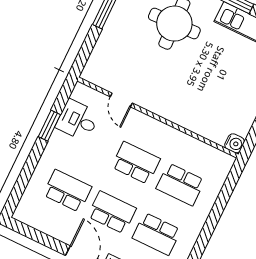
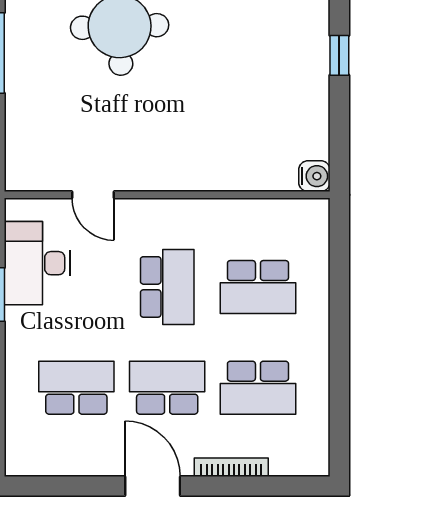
desk: (78, 120) -> (37, 263), width x1.37
school desk: (136, 163) -> (167, 287), turned 90

